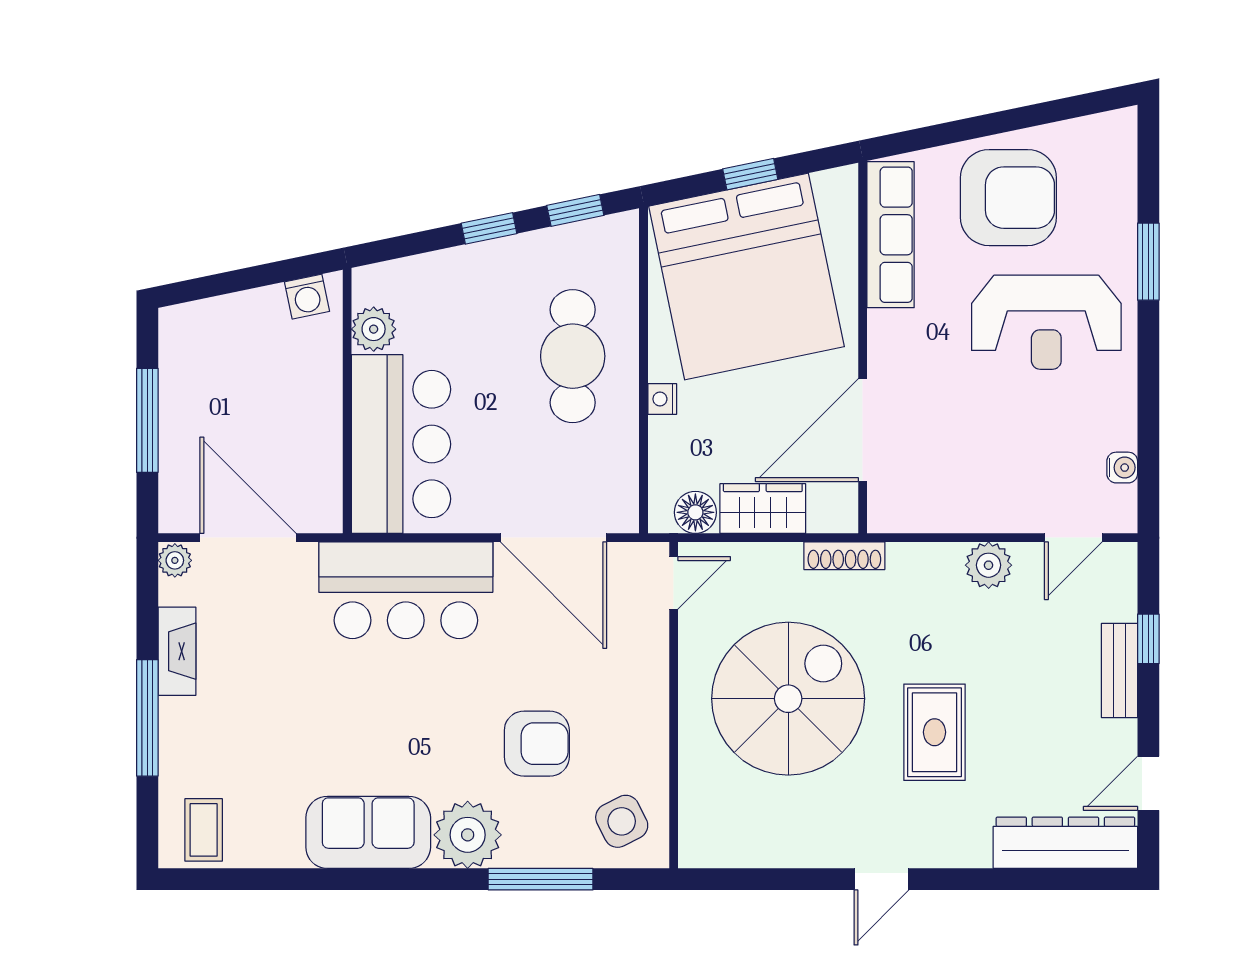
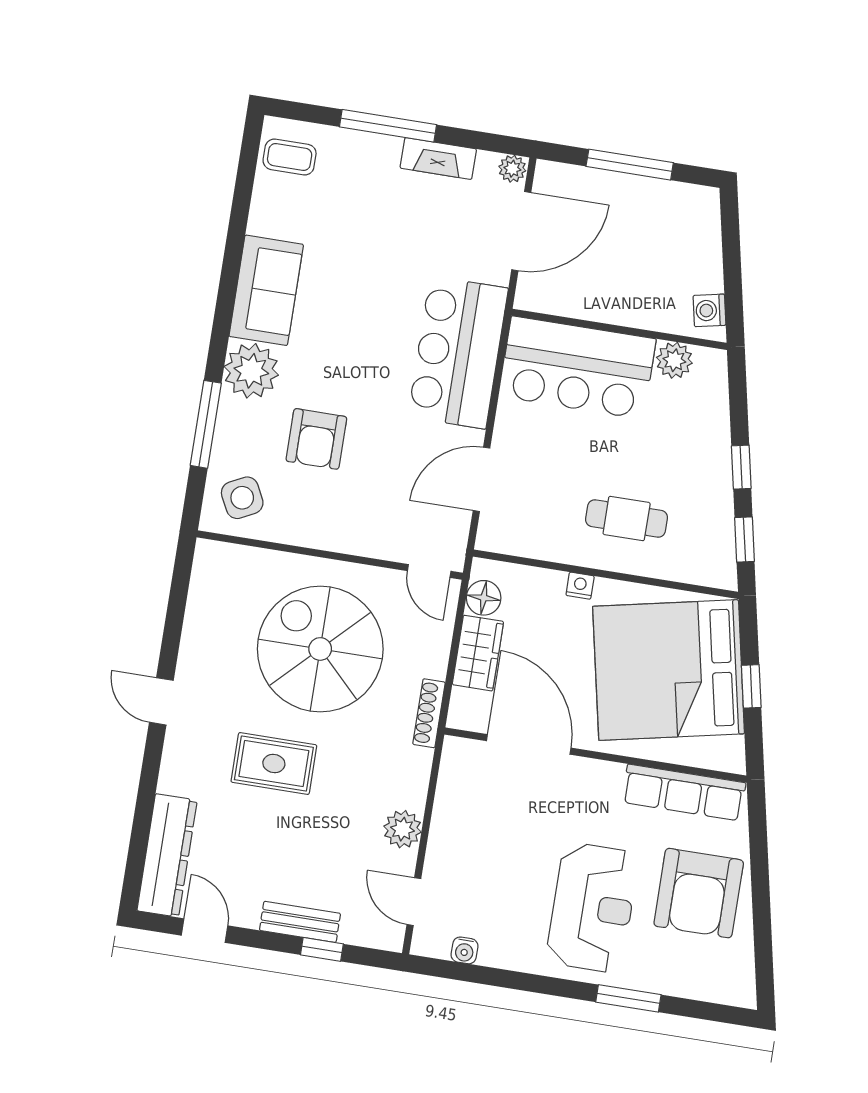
reception desk: (1046, 322) -> (592, 908), turned 180
cafe table: (573, 356) -> (627, 518), width x0.73, depth x0.74
door: (554, 538) -> (481, 479), width x0.73
spiral stairs: (788, 699) -> (320, 649), turned 180

